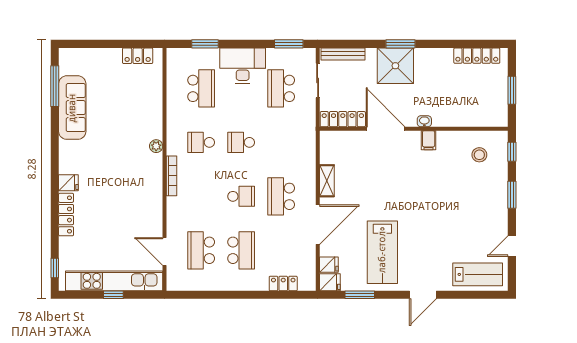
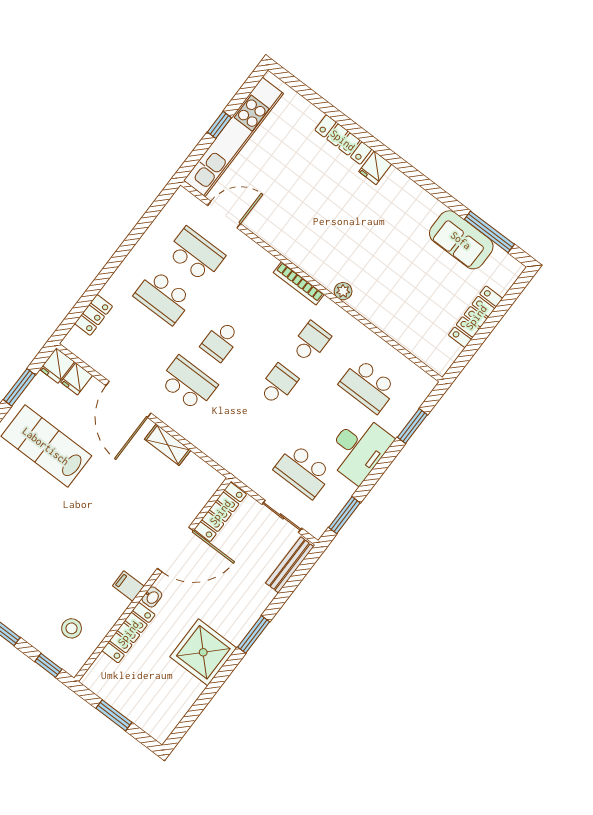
locker: (138, 56) -> (476, 317), moved, width x1.53
locker: (477, 56) -> (128, 633), moved, turned 180
shower: (395, 66) -> (203, 652), moved
school desk: (281, 88) -> (303, 471), turned 180
sofa: (72, 108) -> (461, 240), width x0.73
window: (55, 268) -> (295, 84), removed

